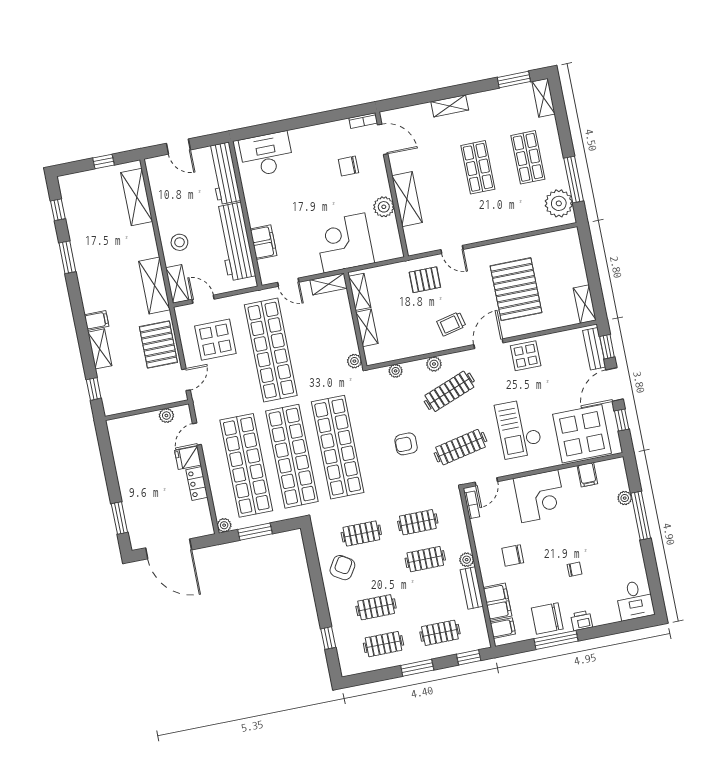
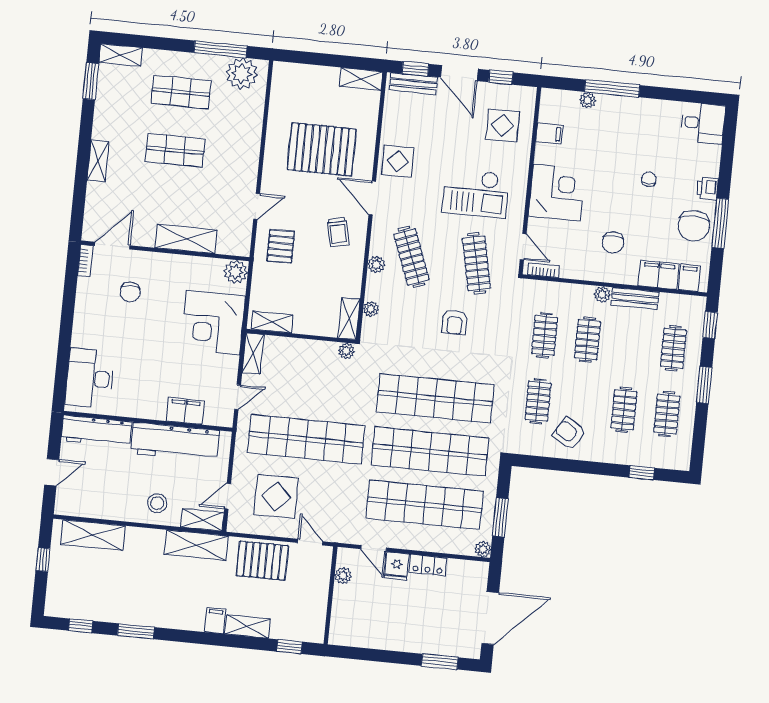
plant: (384, 207) -> (236, 272), moved
shelving: (367, 328) -> (349, 318), moved, turned 90
display table: (582, 434) -> (503, 125), width x0.54, depth x0.54

